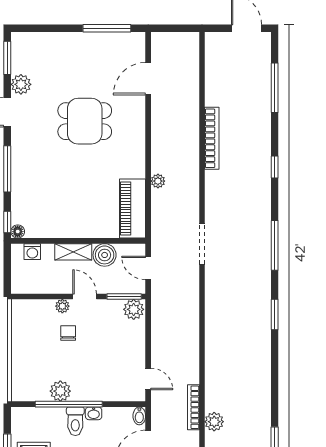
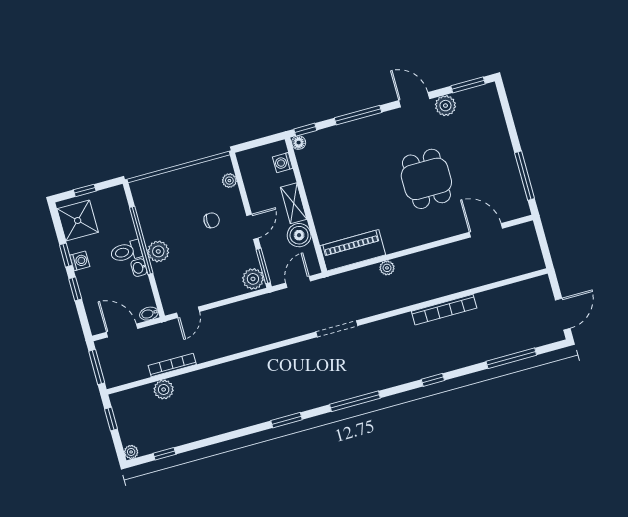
plant: (62, 306) -> (229, 181), moved
plant: (60, 391) -> (158, 251), moved

